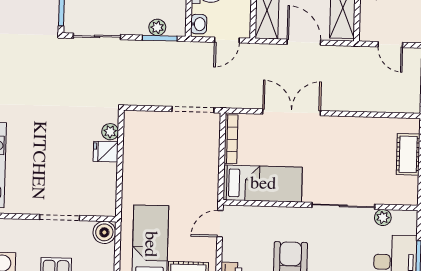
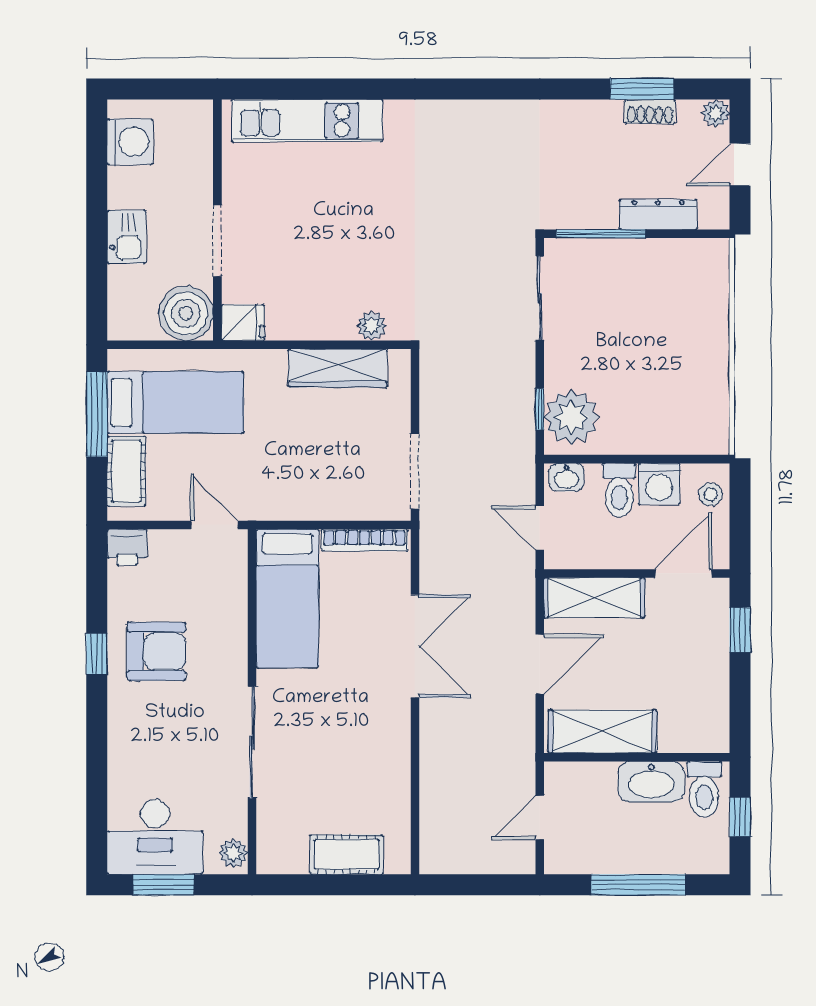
plant: (157, 27) -> (572, 417), width x1.87, depth x1.87
window: (160, 38) -> (540, 409), width x0.67
fridge: (106, 152) -> (243, 322), moved, turned 90
wardrobe: (133, 152) -> (338, 368), added
plant: (383, 217) -> (233, 853), moved
boiler: (104, 232) -> (186, 313), width x1.37, depth x1.37

